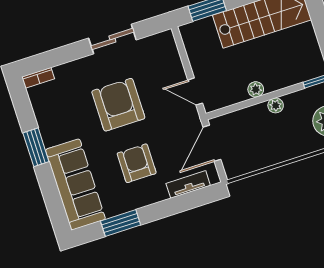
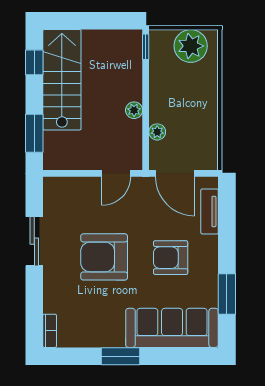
plant: (276, 105) -> (157, 132), moved

